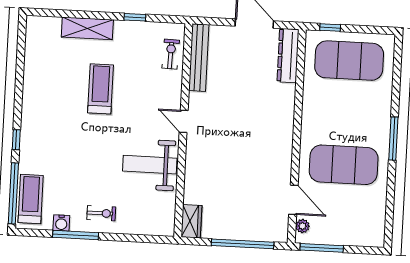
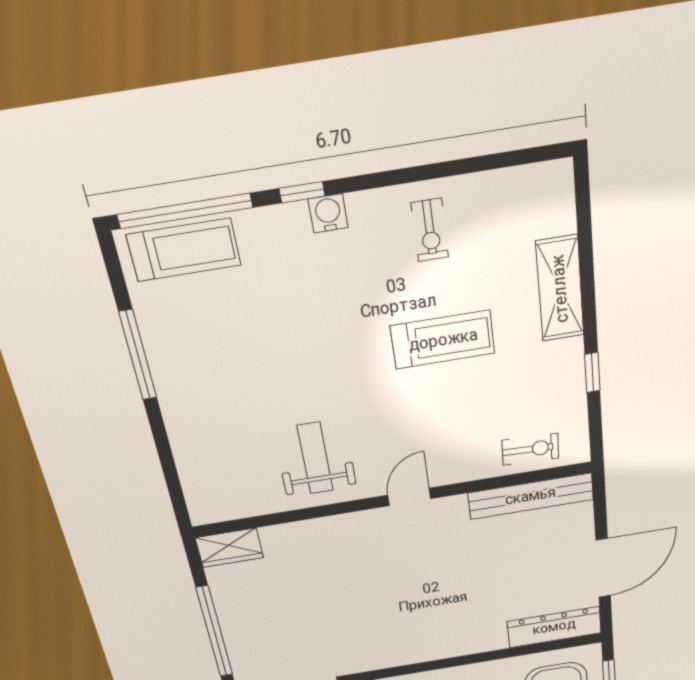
weight bench: (150, 165) -> (315, 458), width x0.73, depth x0.75
exercise bike: (101, 213) -> (430, 230), moved
water cooler: (61, 223) -> (328, 213), moved, turned 90

